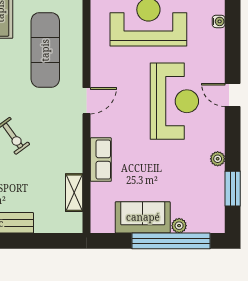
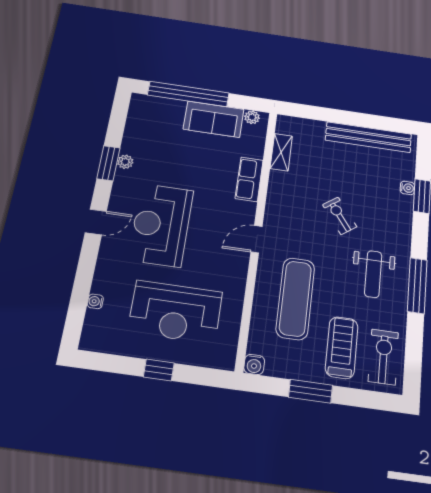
door: (233, 95) -> (96, 222), hinge flipped
window: (233, 189) -> (108, 163), moved
plant: (179, 226) -> (252, 117), moved

